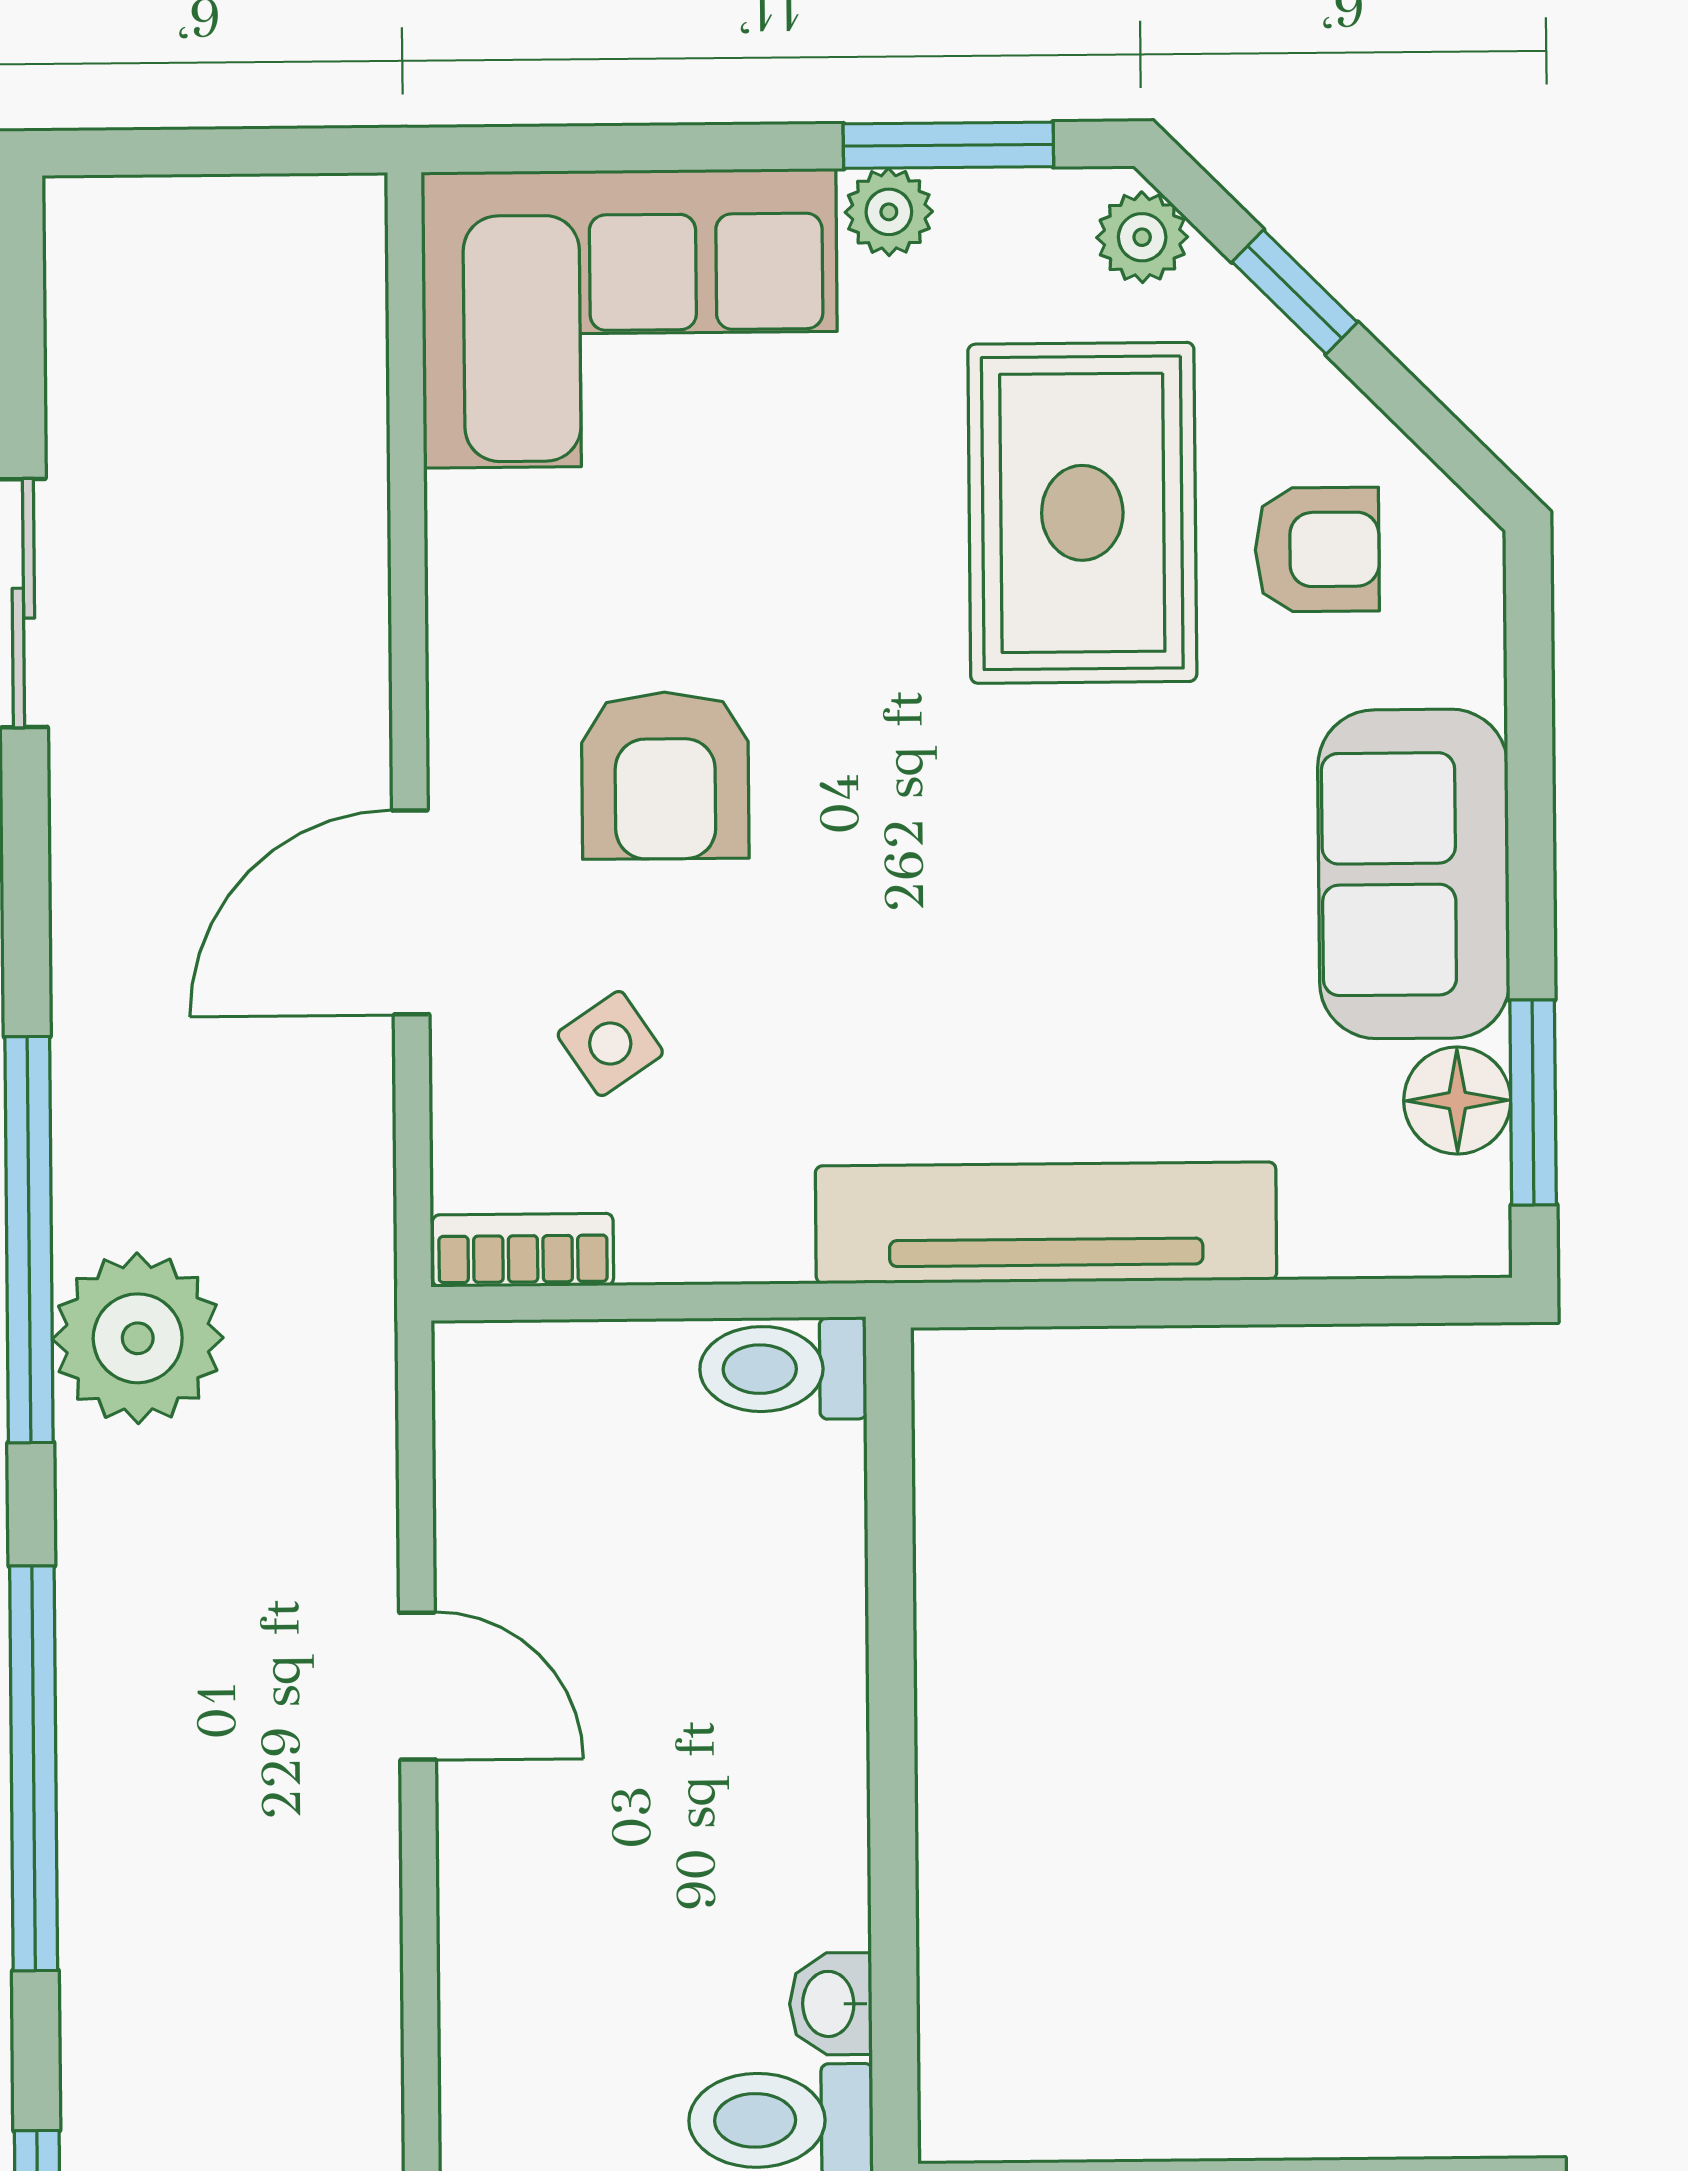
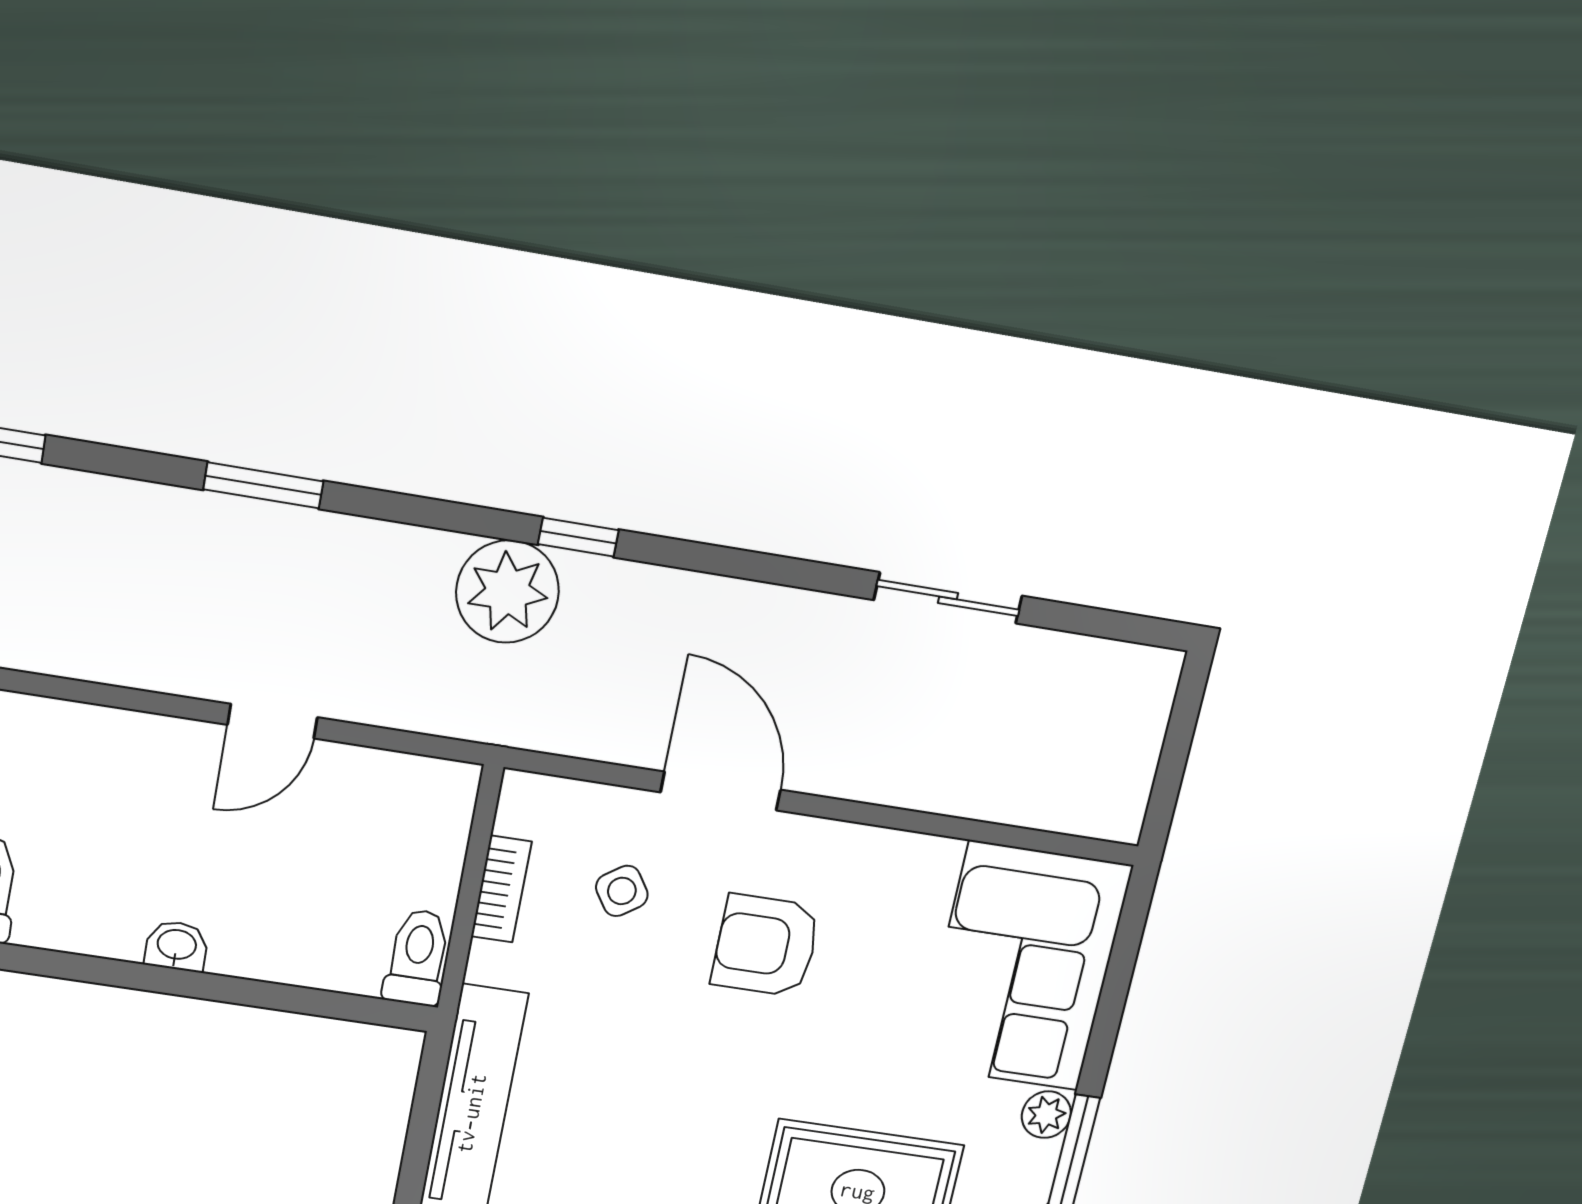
window: (29, 1240) -> (578, 537), width x0.32
bookcase: (523, 1250) -> (501, 889), moved
window: (34, 1768) -> (263, 485), width x0.47
washbasin: (831, 2004) -> (177, 946), moved

